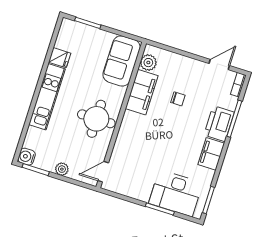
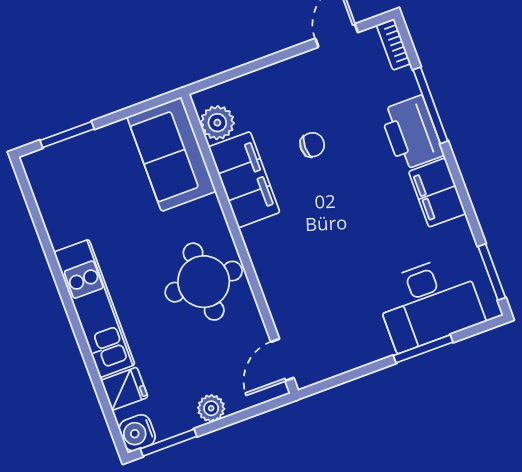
fridge: (60, 58) -> (124, 389), moved

